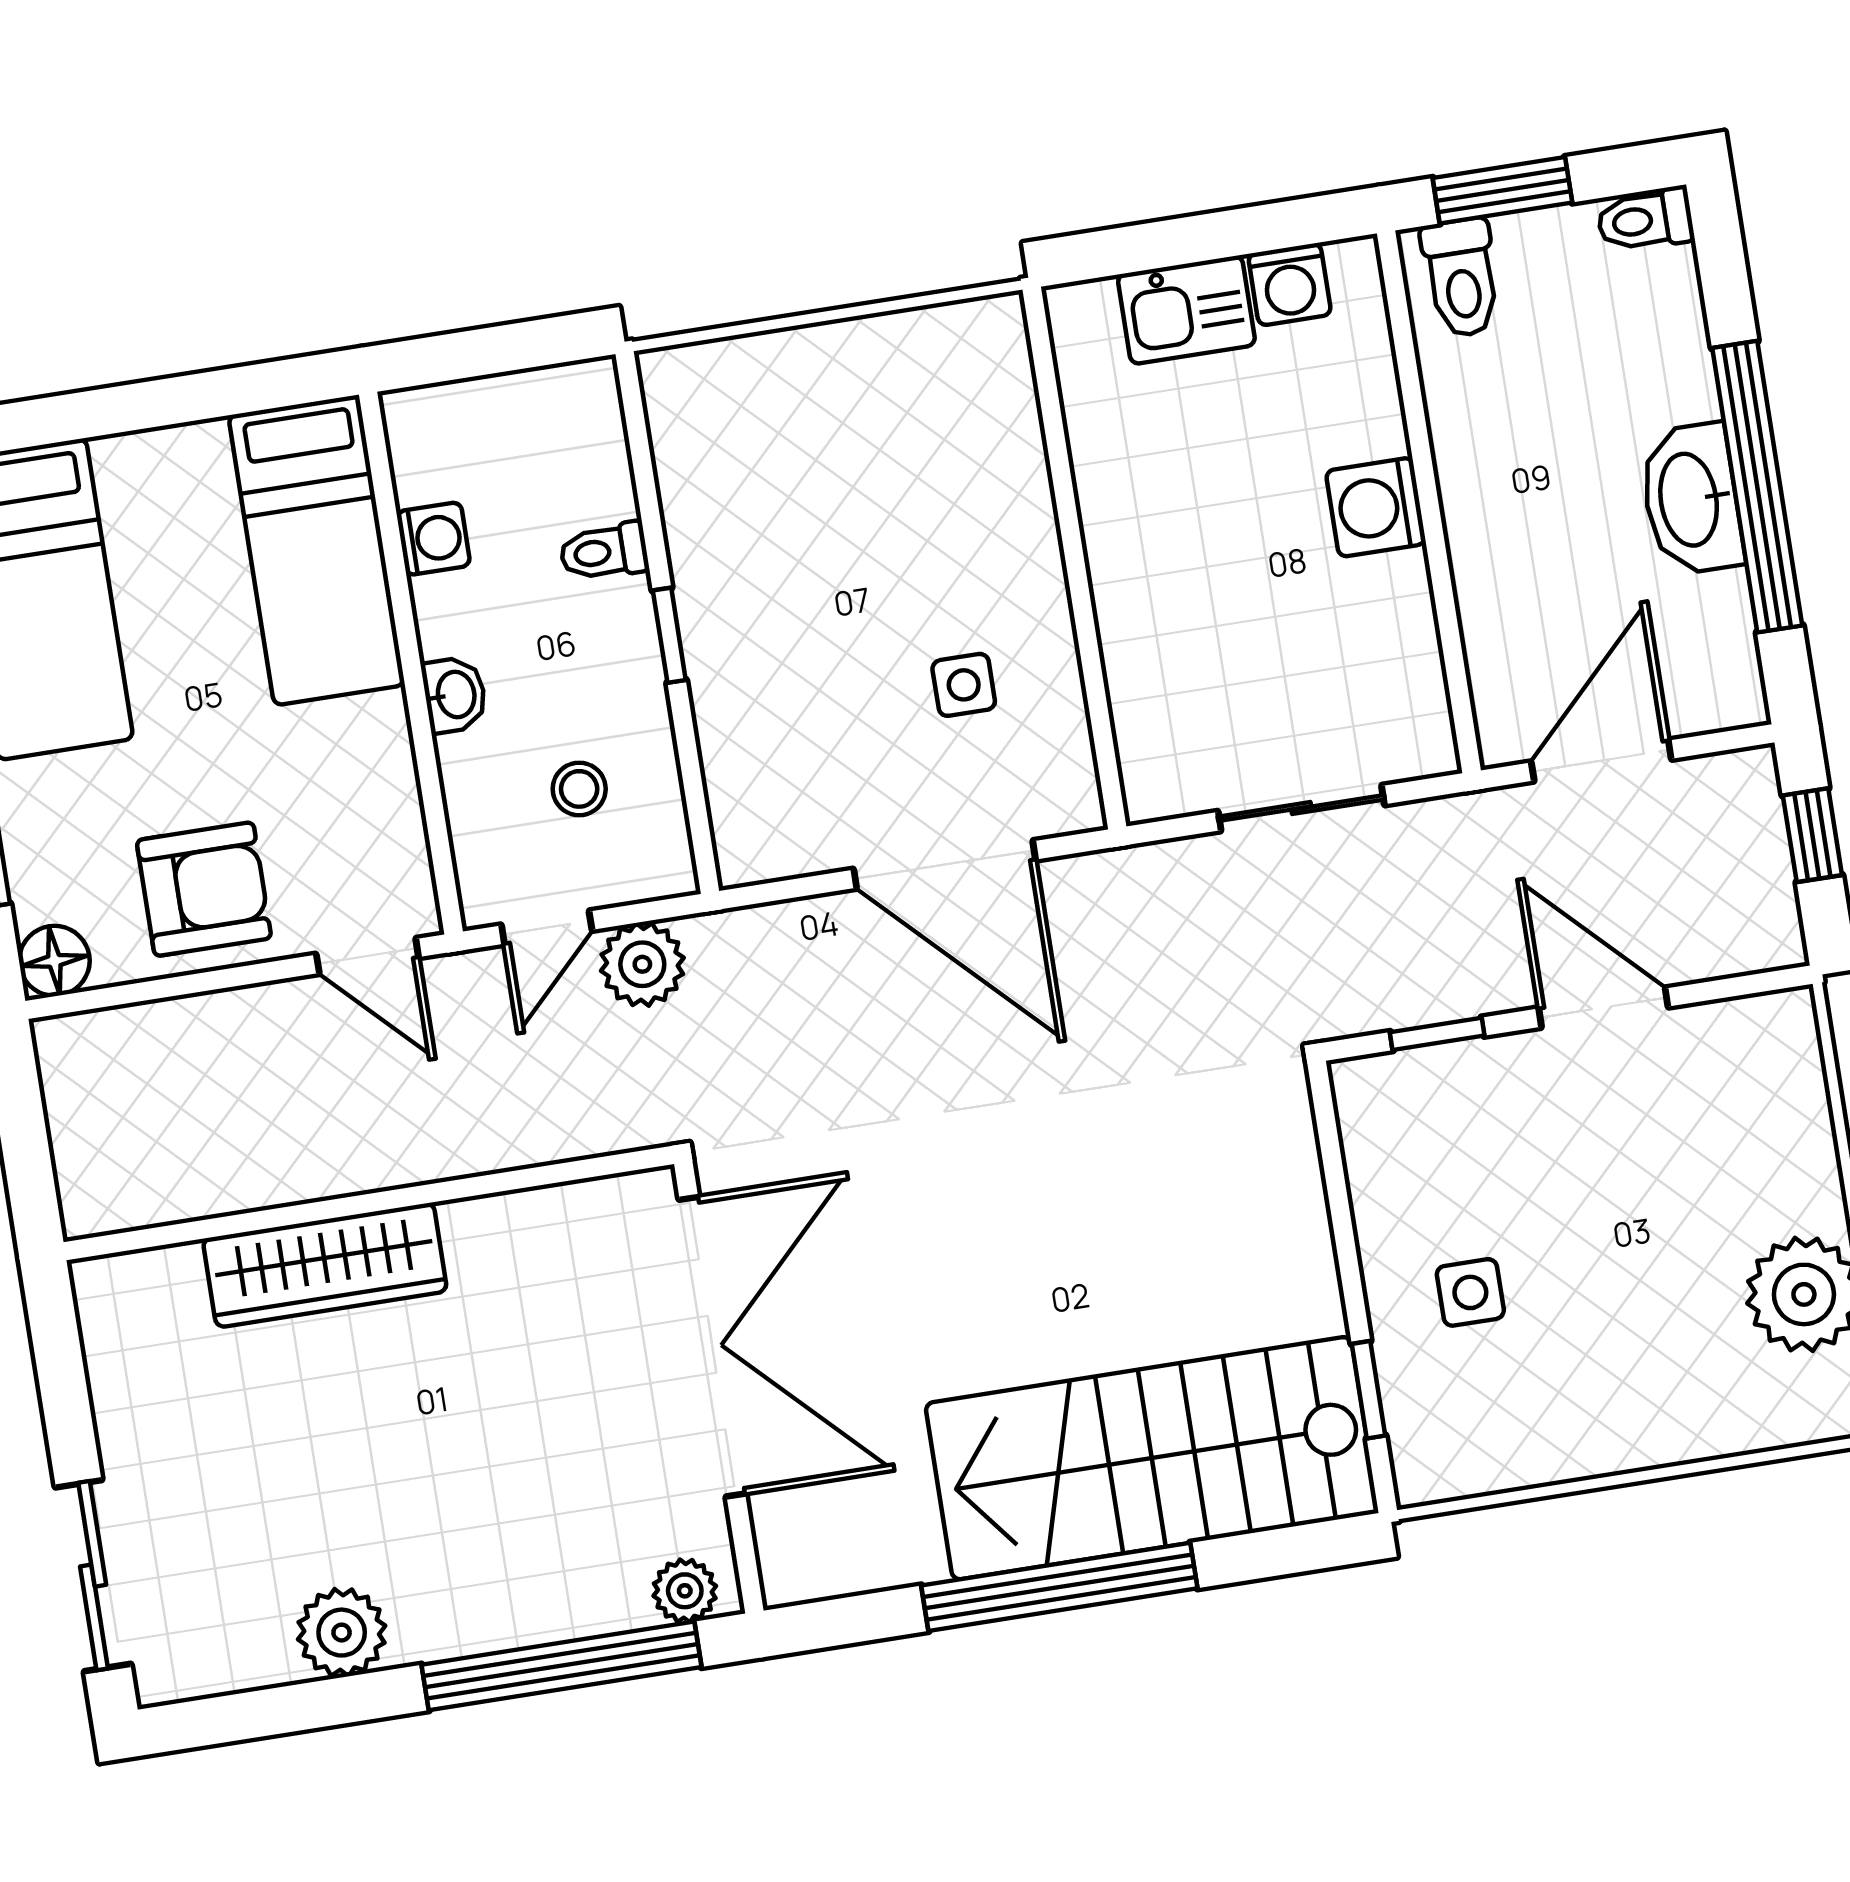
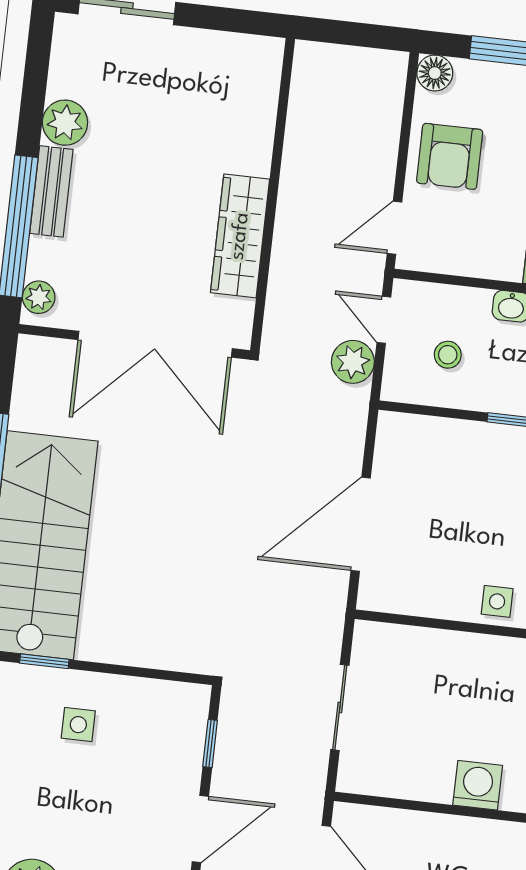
side table: (964, 685) -> (497, 601), moved
wardrobe: (325, 1265) -> (240, 236), moved
bench: (479, 1622) -> (51, 191), added

